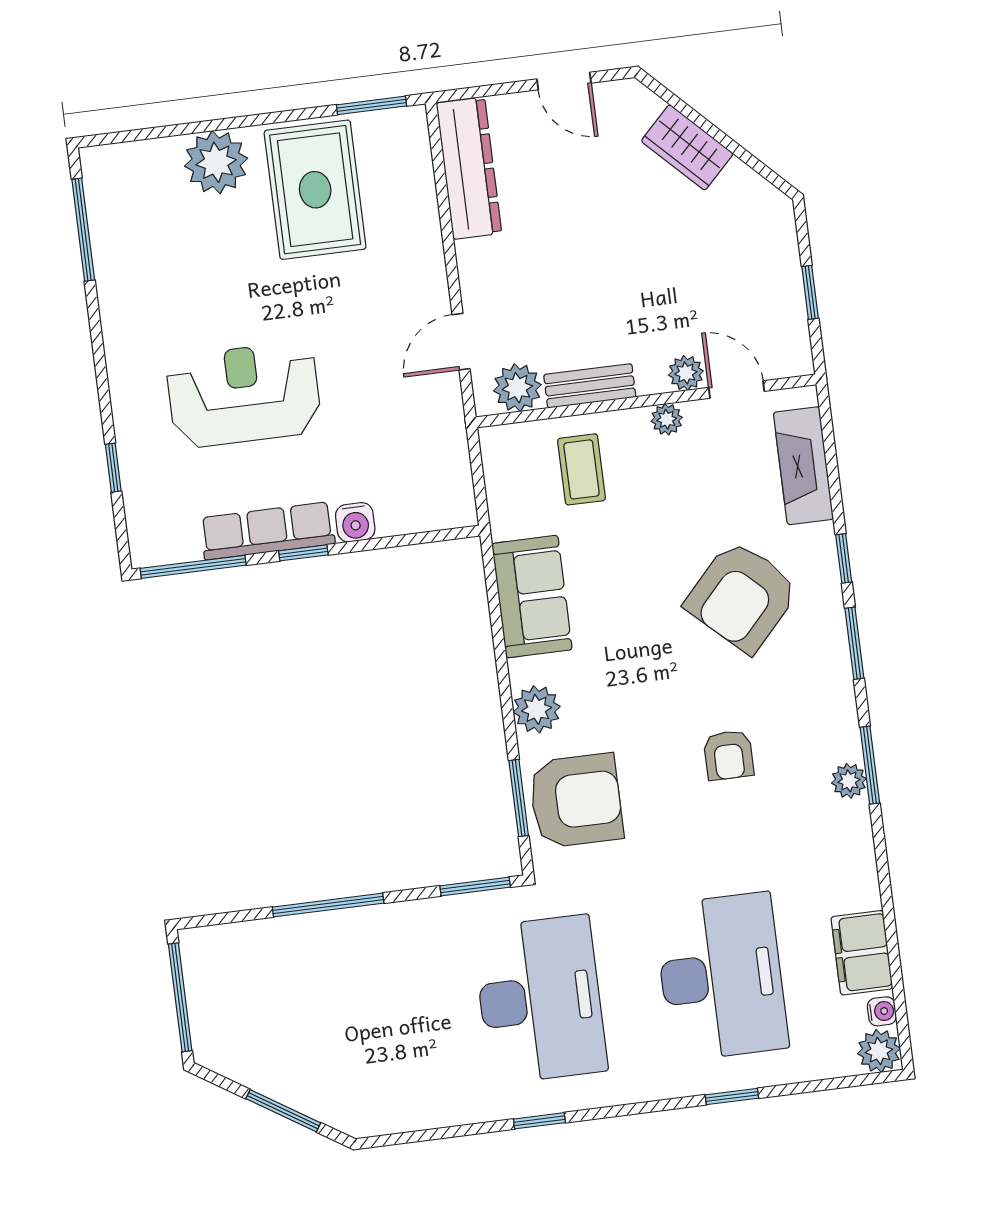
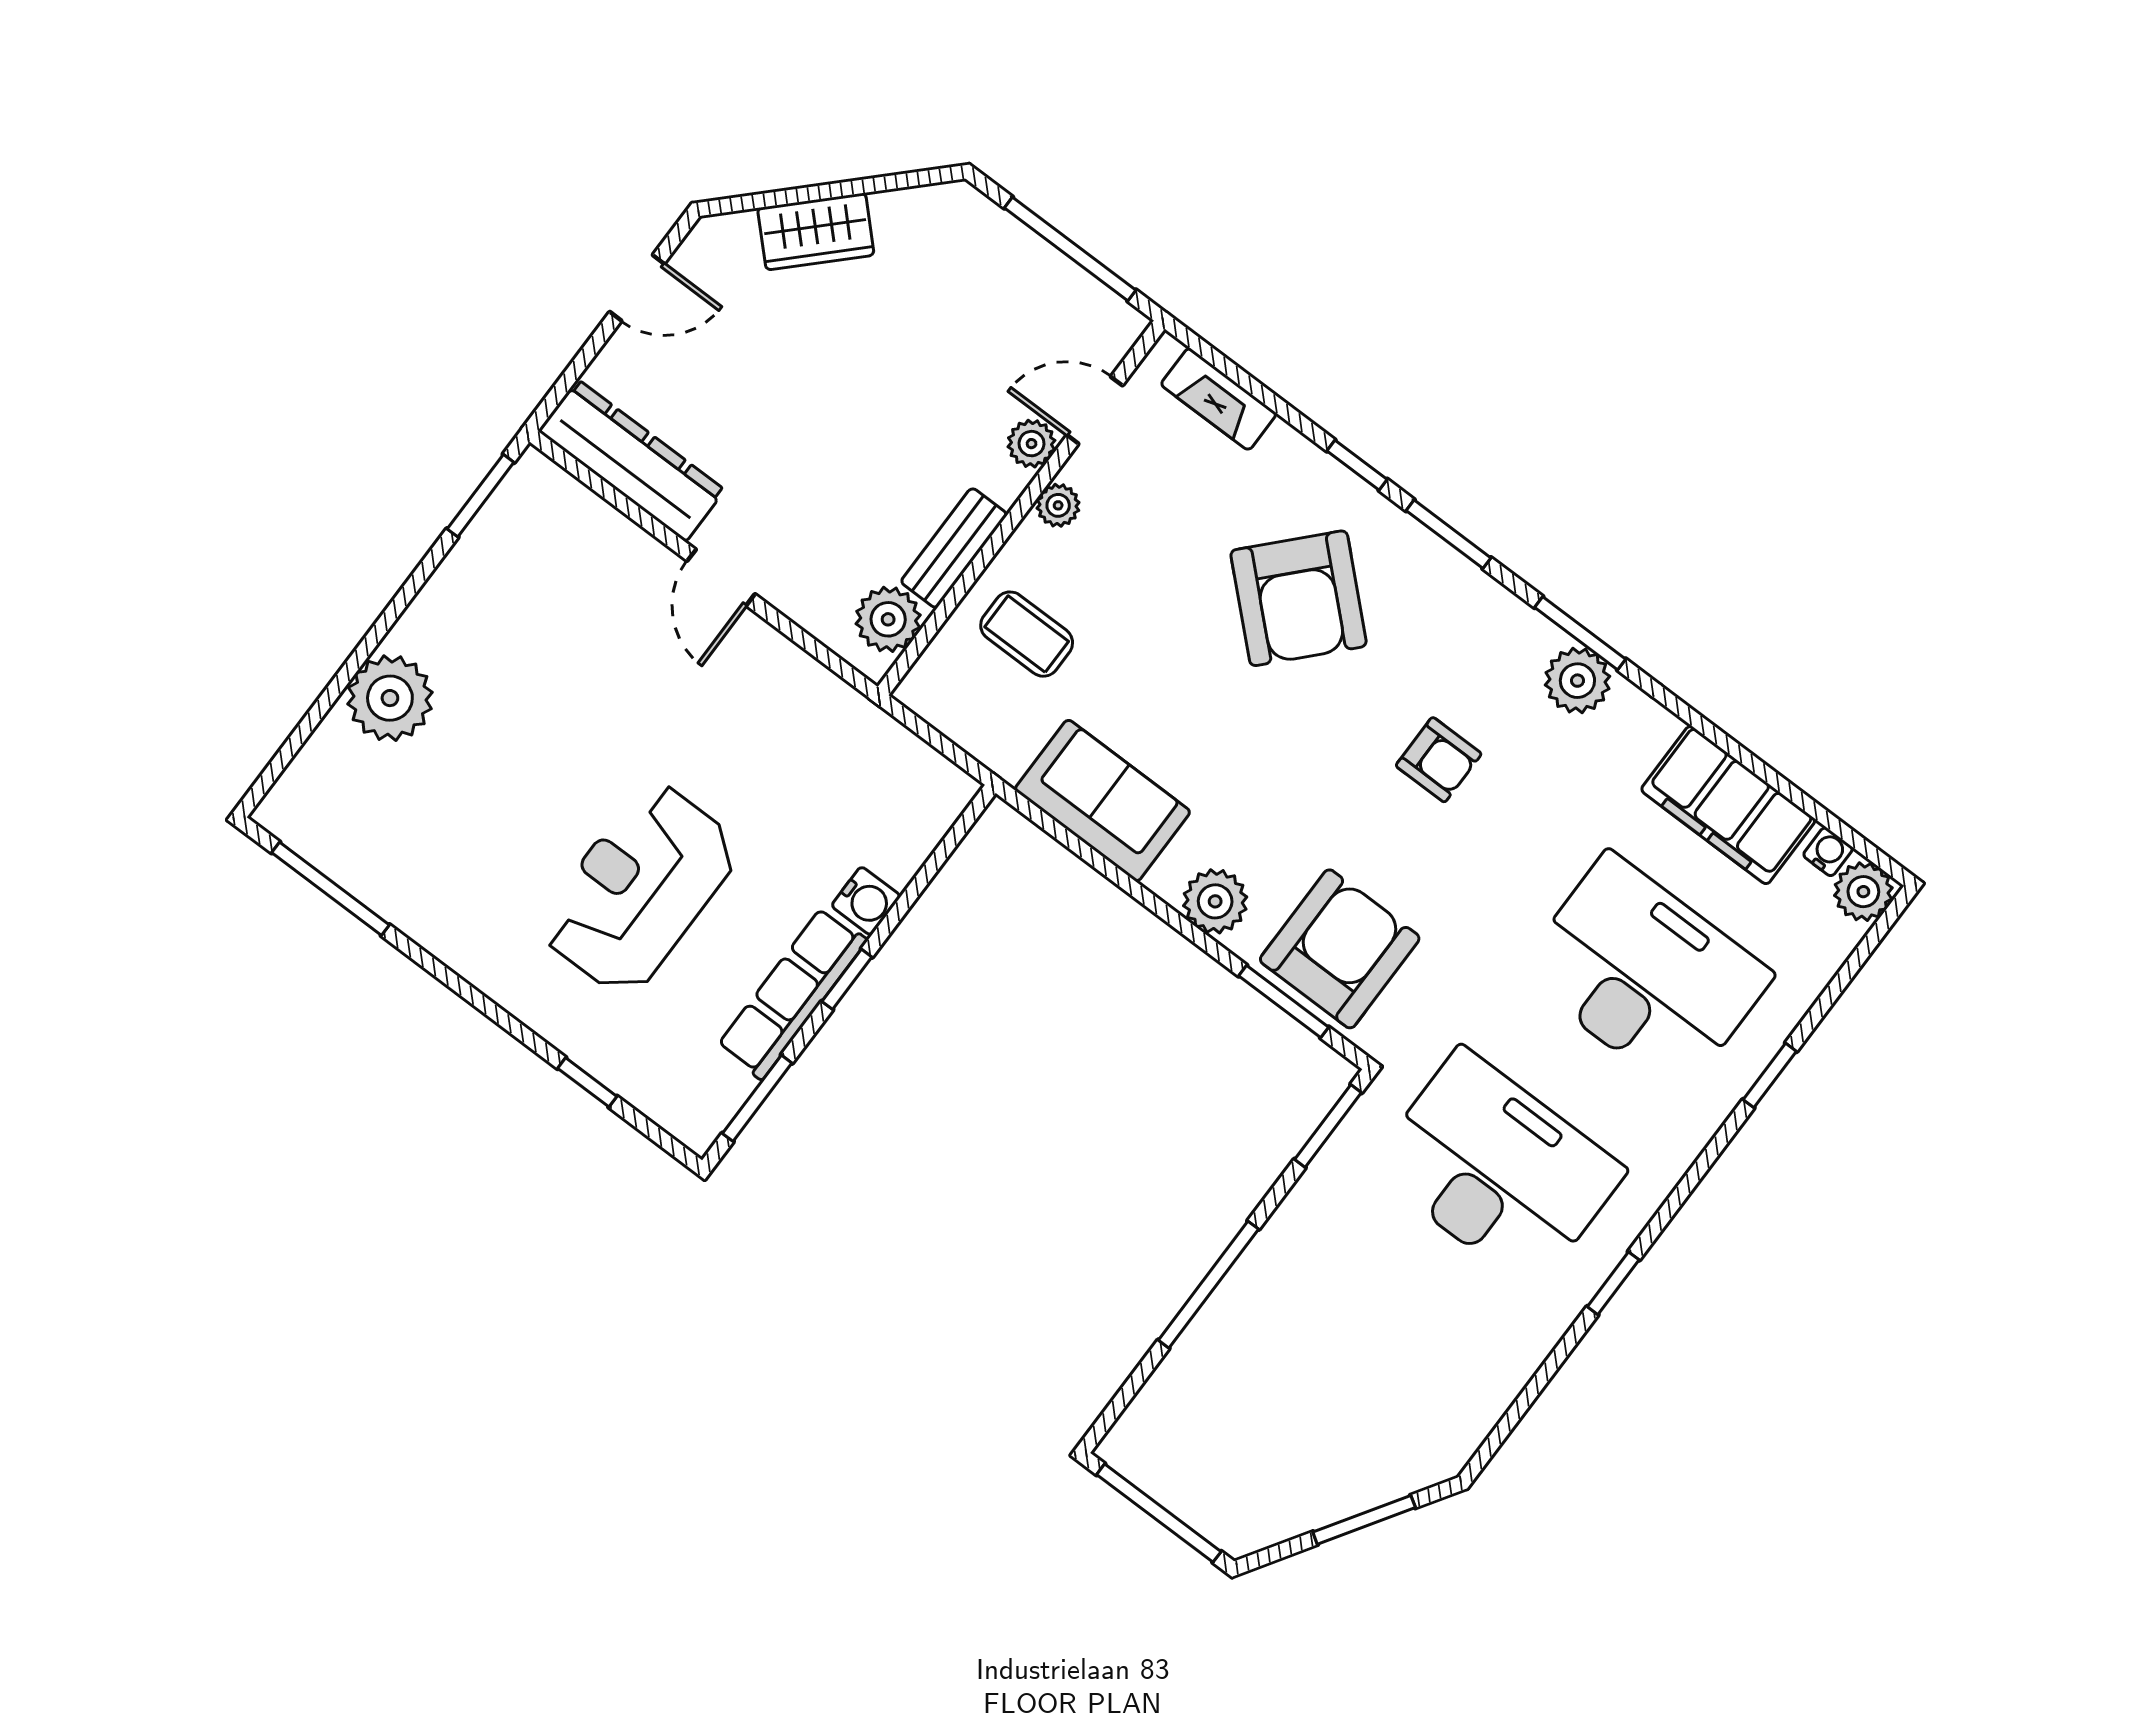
rug: (315, 190) -> (509, 629), removed
window: (810, 292) -> (1070, 249), width x2.17
door: (461, 342) -> (721, 578), moved
fireplace: (803, 466) -> (1219, 399), width x0.73, depth x0.76
window: (193, 567) -> (757, 1098), width x0.69
plant: (849, 781) -> (1577, 681), width x1.38, depth x1.38
filing cabinet: (862, 953) -> (1728, 805), width x1.50, depth x1.17

